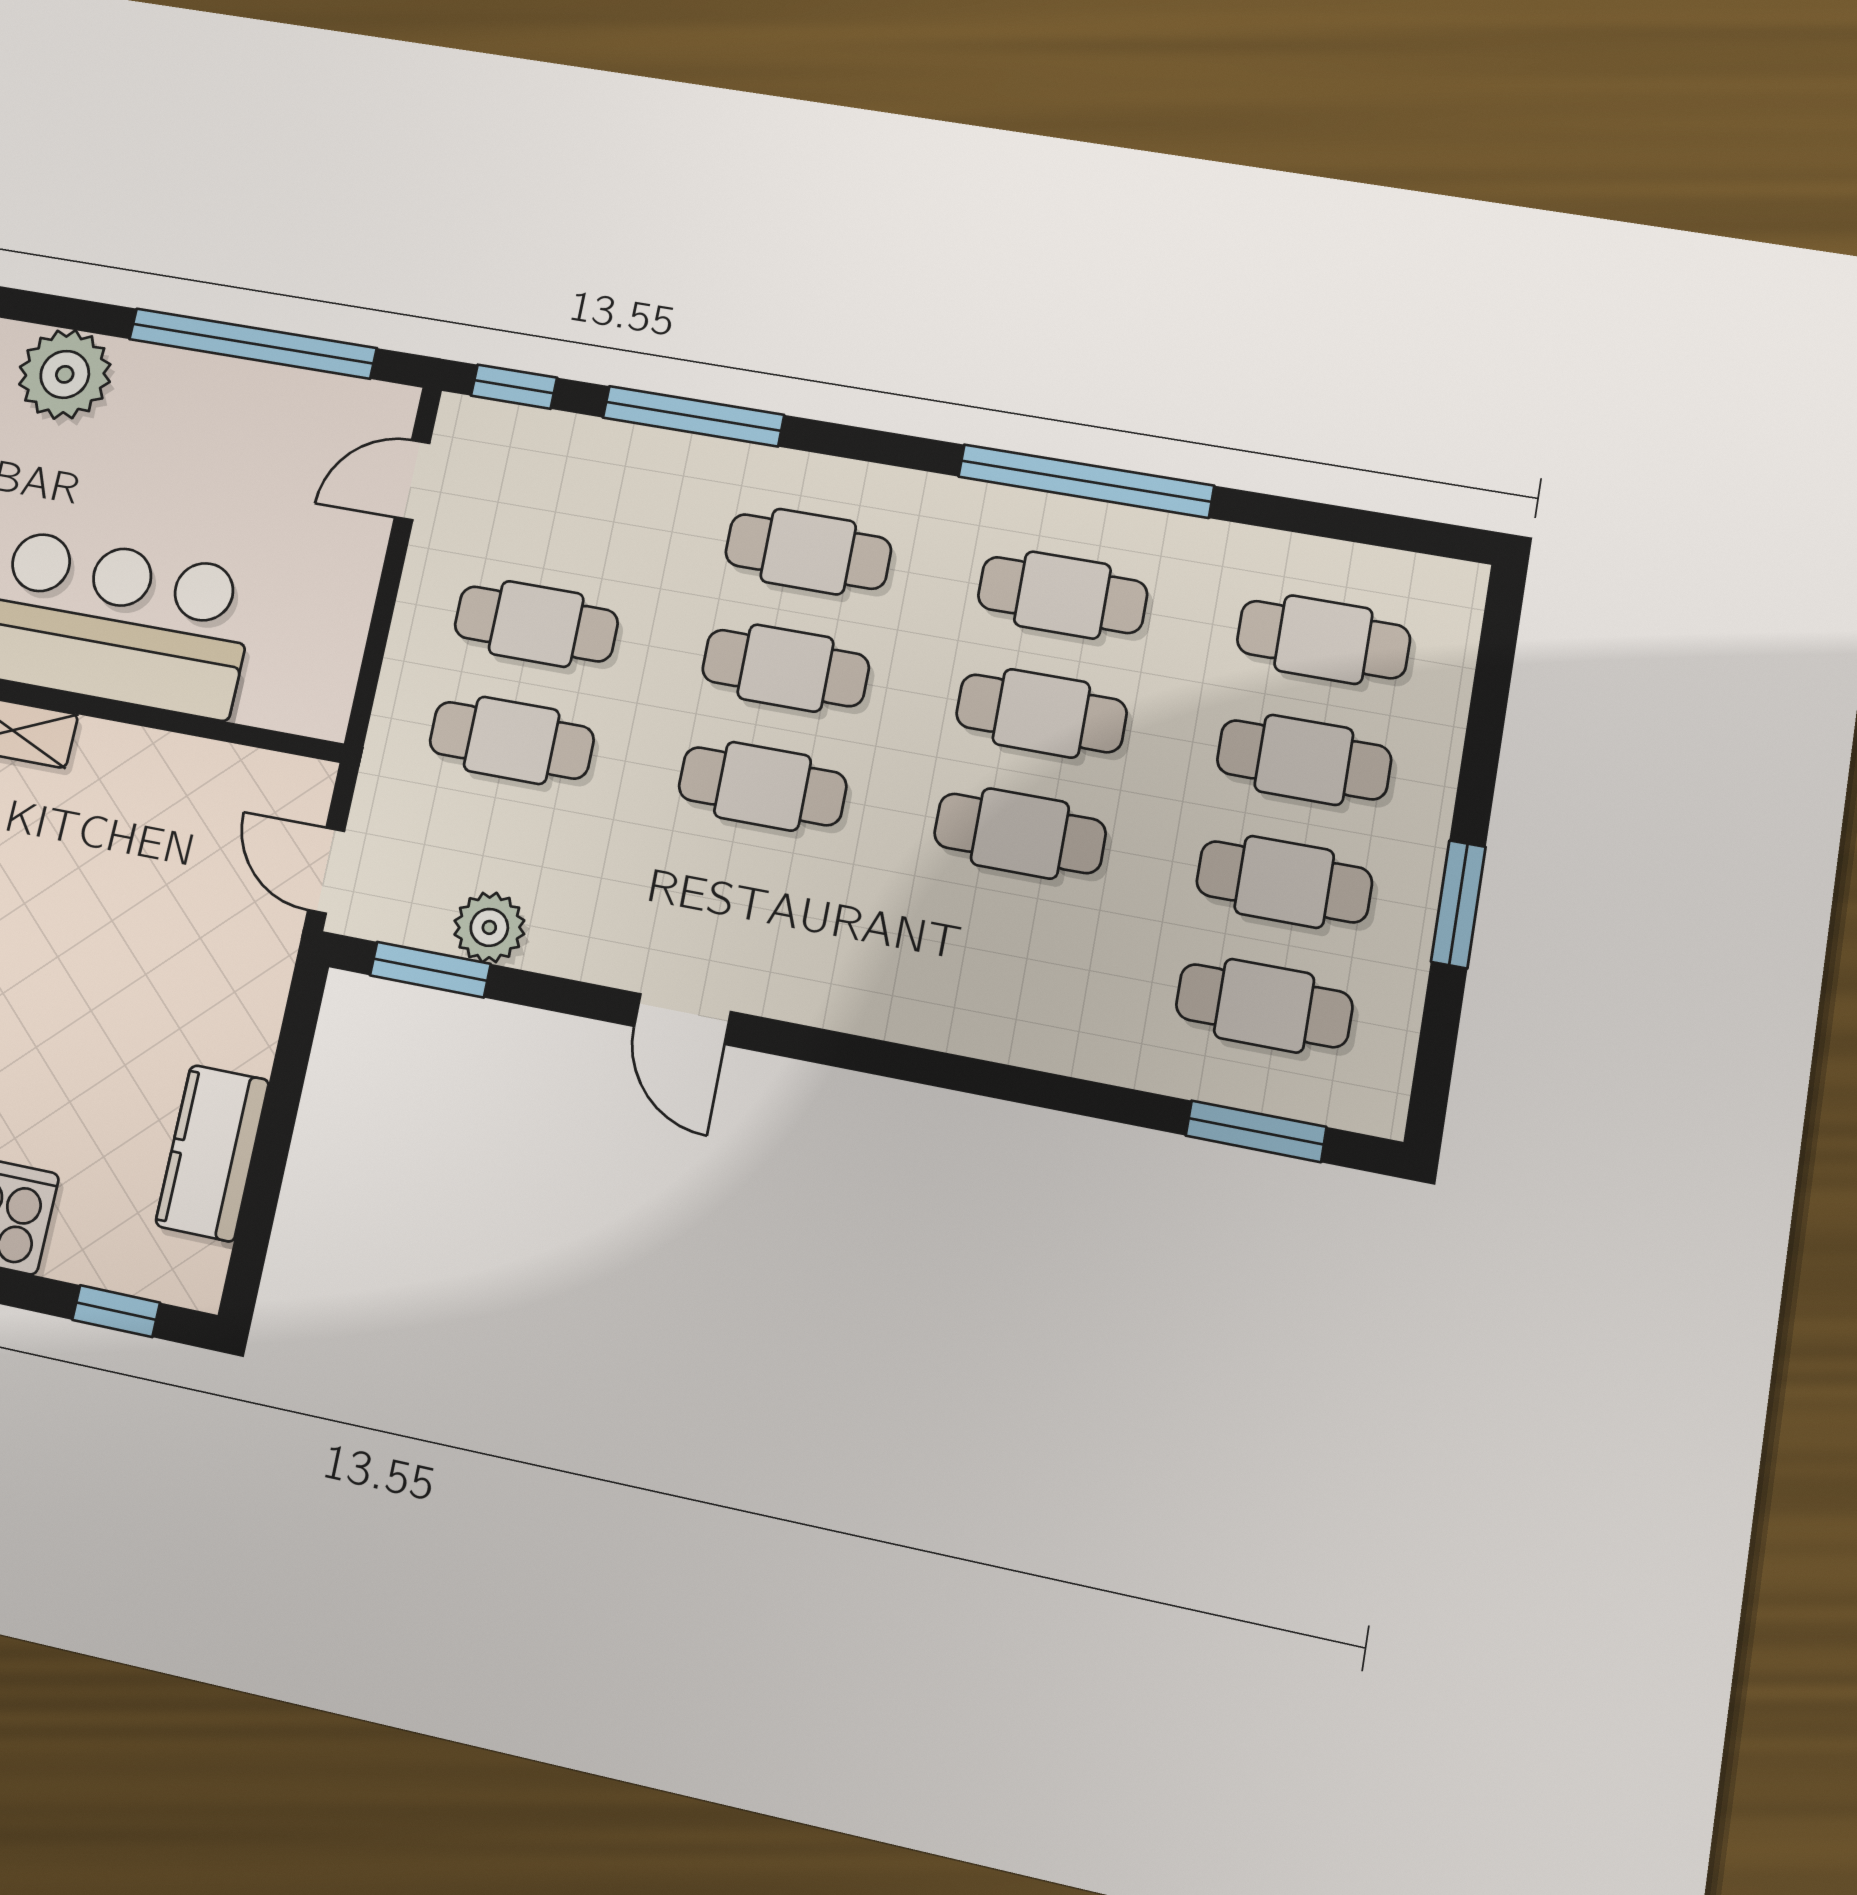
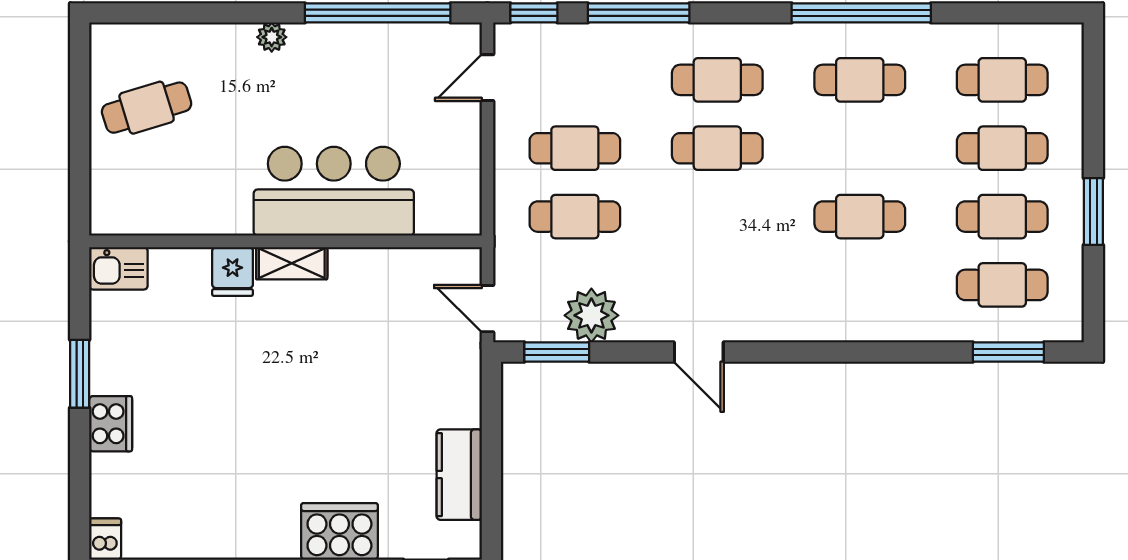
plant: (65, 374) -> (272, 37), width x0.53, depth x0.53
cafe table: (1041, 713) -> (860, 148), removed
cafe table: (762, 786) -> (717, 217), removed
plant: (489, 927) -> (591, 315), width x1.36, depth x1.36

